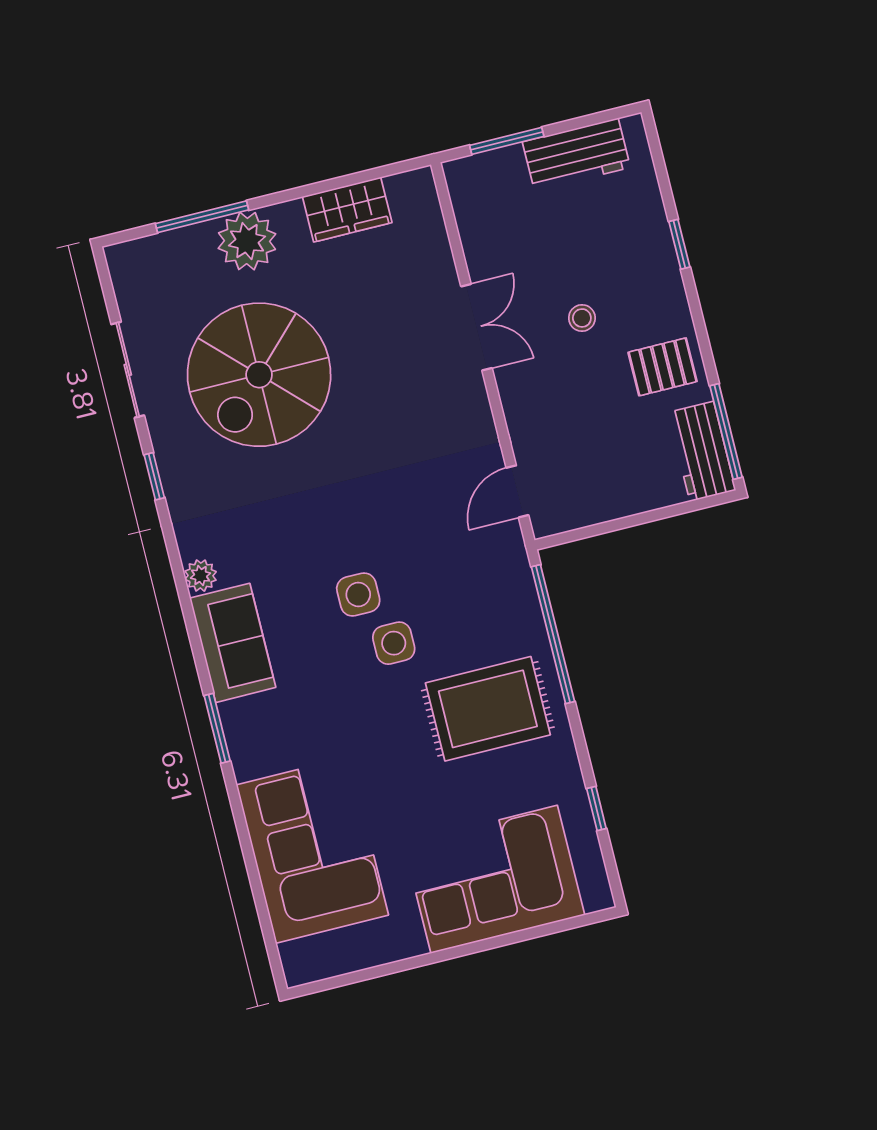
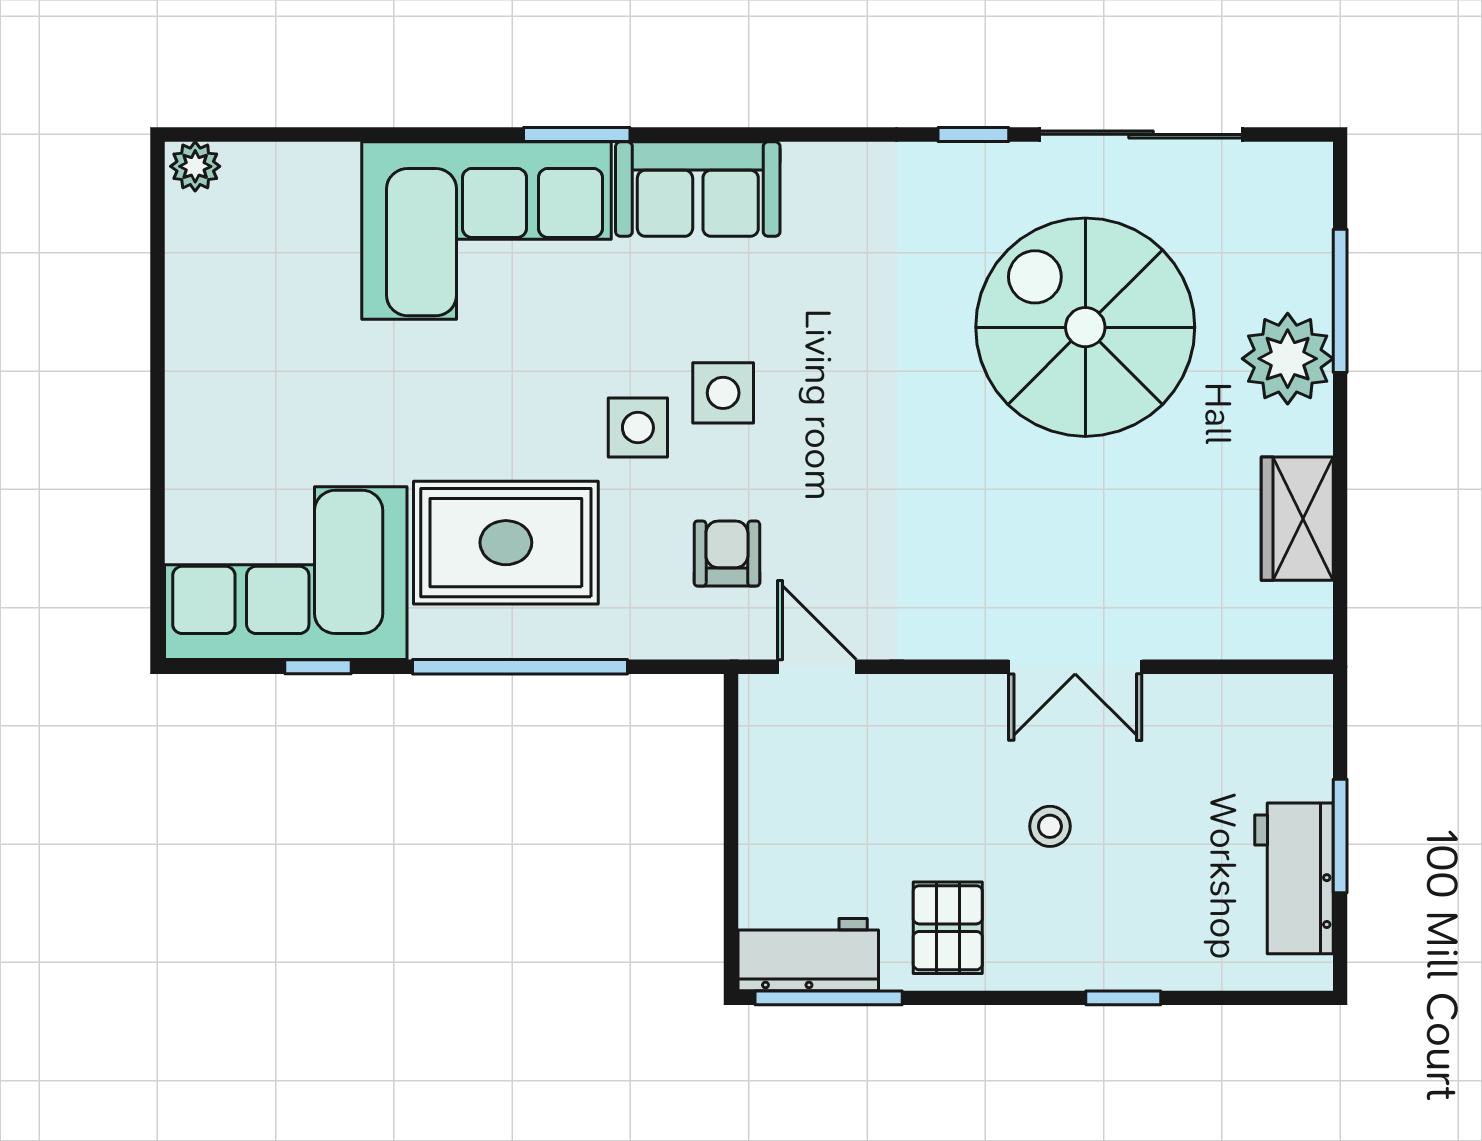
window: (507, 141) -> (1340, 836), moved
sliding door: (128, 370) -> (1141, 134), width x1.37
armchair: (460, 567) -> (727, 554), added
plant: (201, 576) -> (195, 166), moved
window: (553, 634) -> (520, 667), moved
rug: (488, 709) -> (506, 543), turned 90
corner sofa: (312, 850) -> (486, 231), moved
corner sofa: (494, 879) -> (286, 573), moved, turned -90

